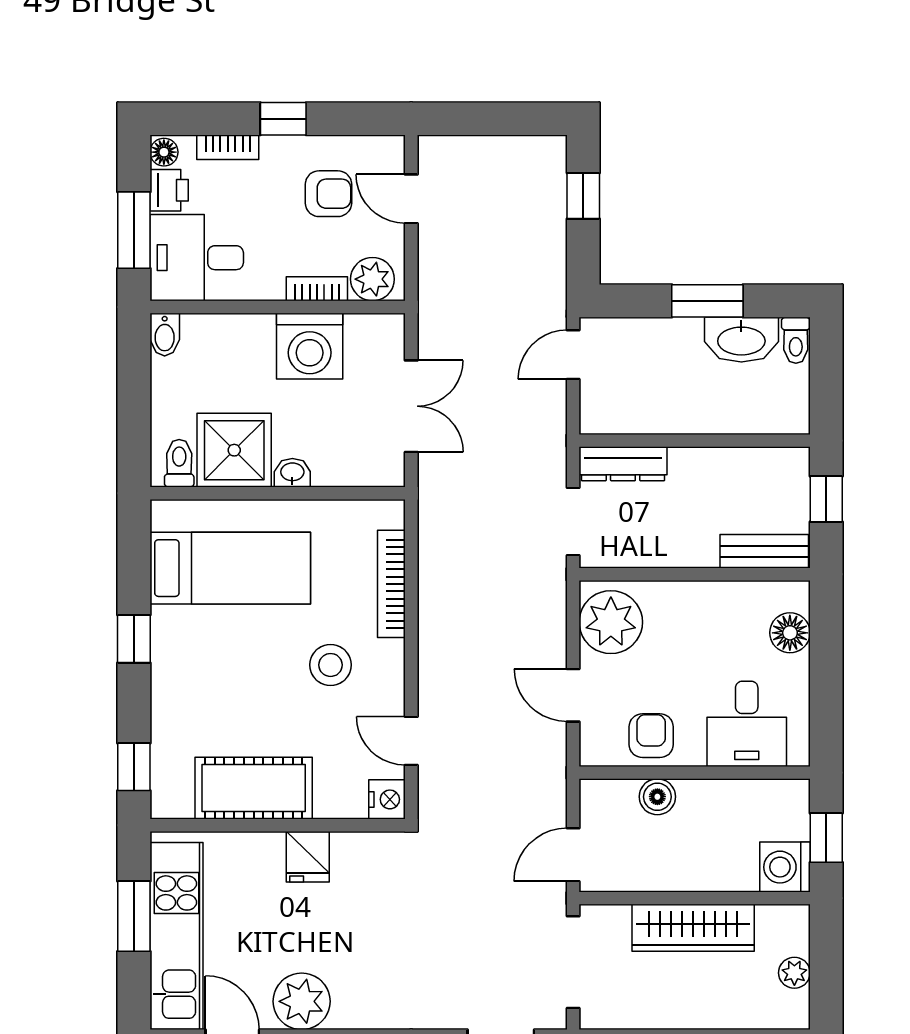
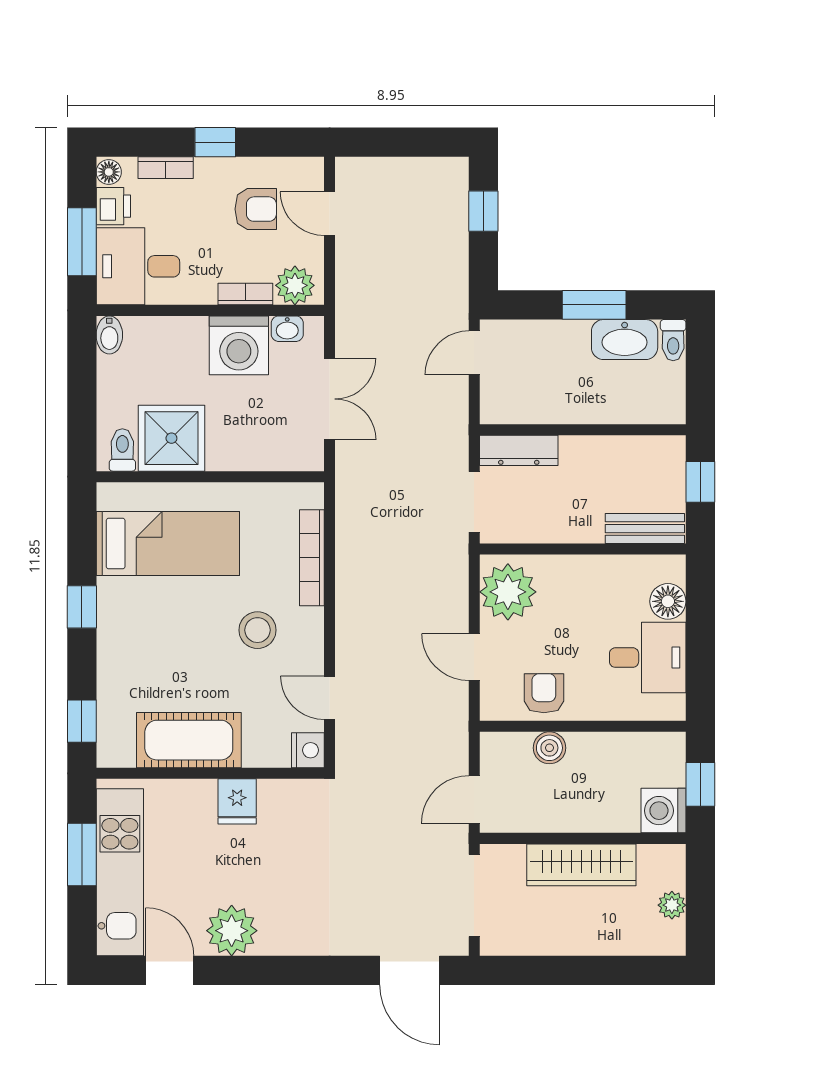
washbasin: (292, 473) -> (287, 329), moved, turned 180
desk: (747, 724) -> (648, 658), moved, turned -90

